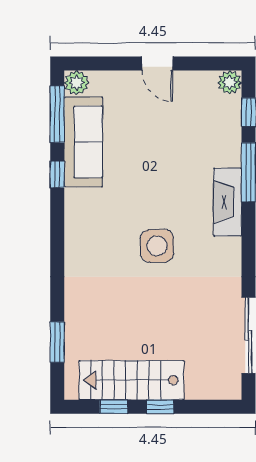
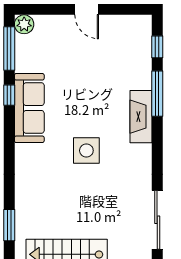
plant: (230, 82) -> (143, 24), removed
sofa: (83, 142) -> (29, 108), moved

